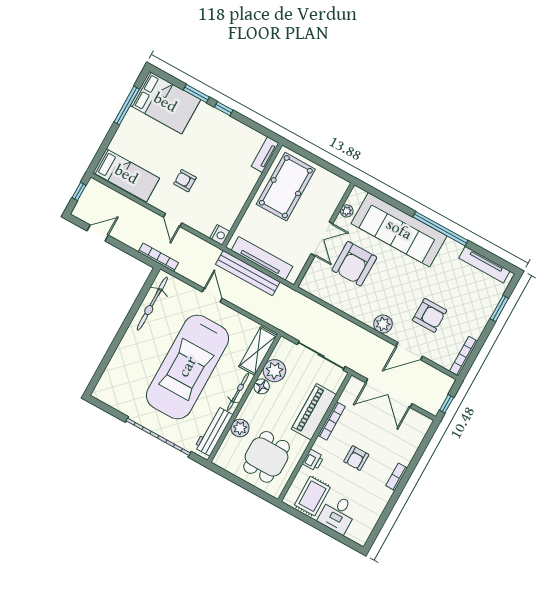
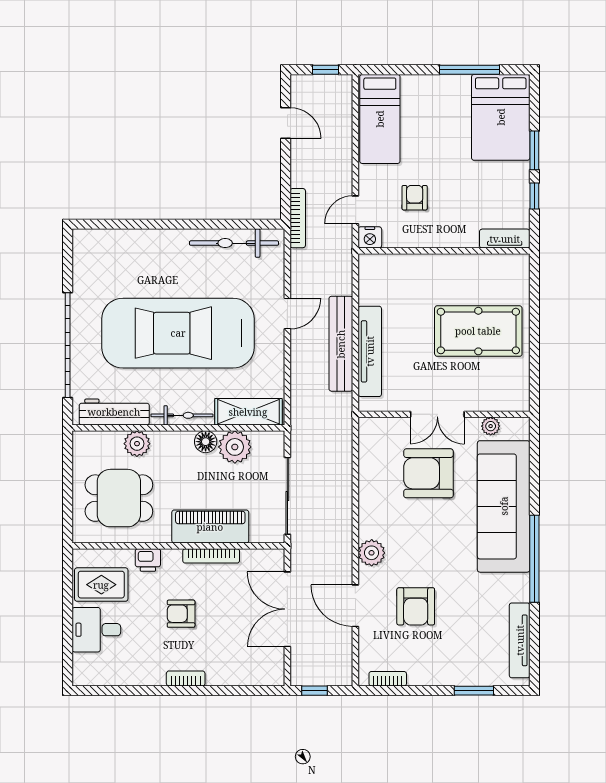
tv unit: (265, 155) -> (505, 239), moved
wall: (252, 195) -> (444, 251), moved
nightstand: (220, 235) -> (370, 237), moved
bookcase: (464, 356) -> (388, 679), width x0.64

